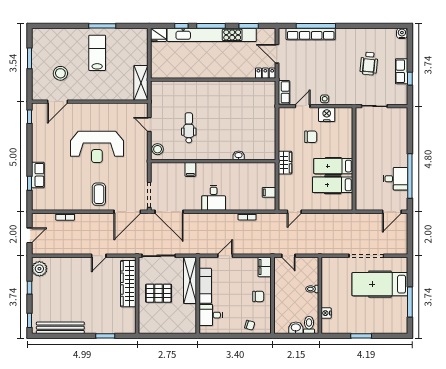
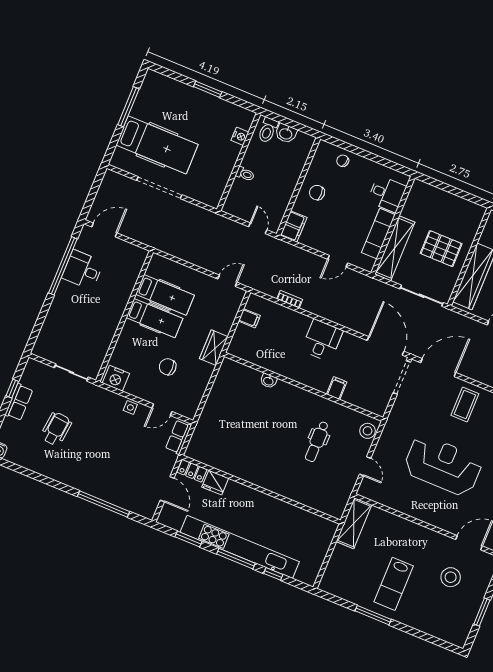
row of seats: (311, 34) -> (114, 497), removed
fridge: (158, 35) -> (215, 483), moved, turned 180
nightstand: (327, 115) -> (116, 378), moved

